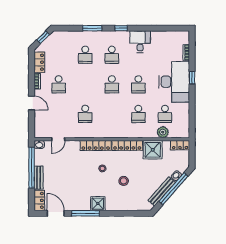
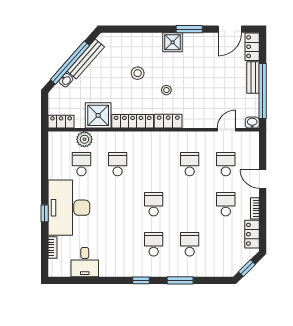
desk: (140, 42) -> (85, 262), moved
school desk: (138, 84) -> (226, 164), moved
locker: (96, 146) -> (168, 121), width x0.66
door: (56, 213) -> (230, 29), hinge flipped
window: (86, 213) -> (189, 29), width x0.69

